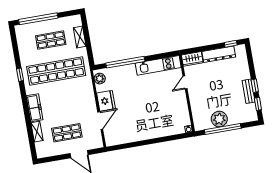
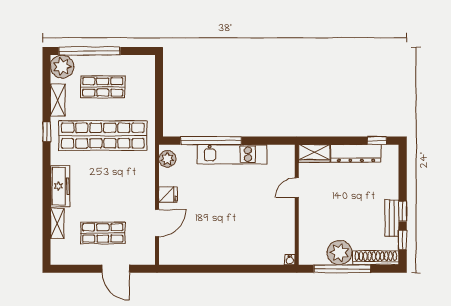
plant: (23, 32) -> (62, 67), added
shelving: (80, 37) -> (58, 100), moved
kitchen unit: (158, 65) -> (232, 154), moved
fridge: (106, 101) -> (168, 195), width x0.53, depth x0.75
shoe rack: (243, 118) -> (376, 258), added

